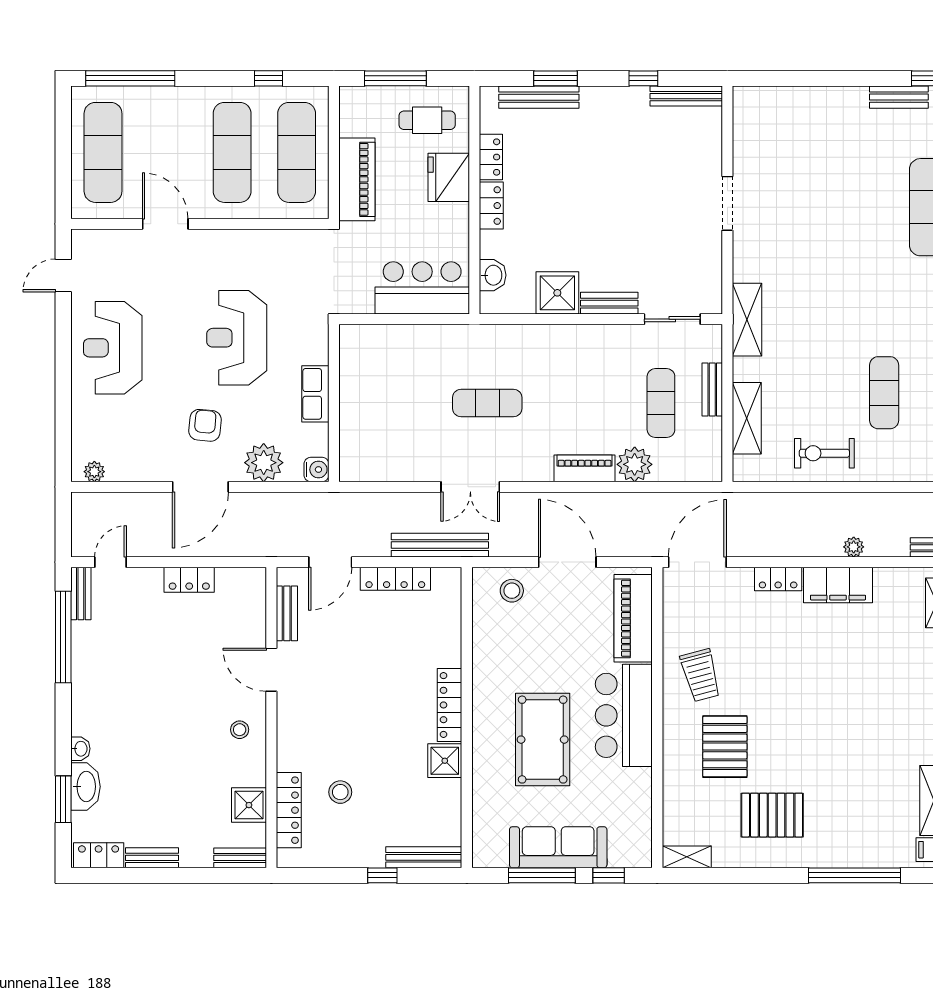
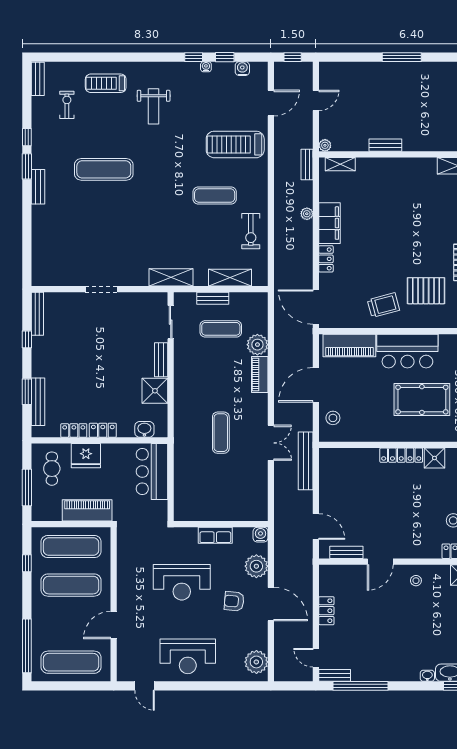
plant: (94, 472) -> (256, 662), width x1.88, depth x1.88
locker: (395, 579) -> (326, 488), removed

